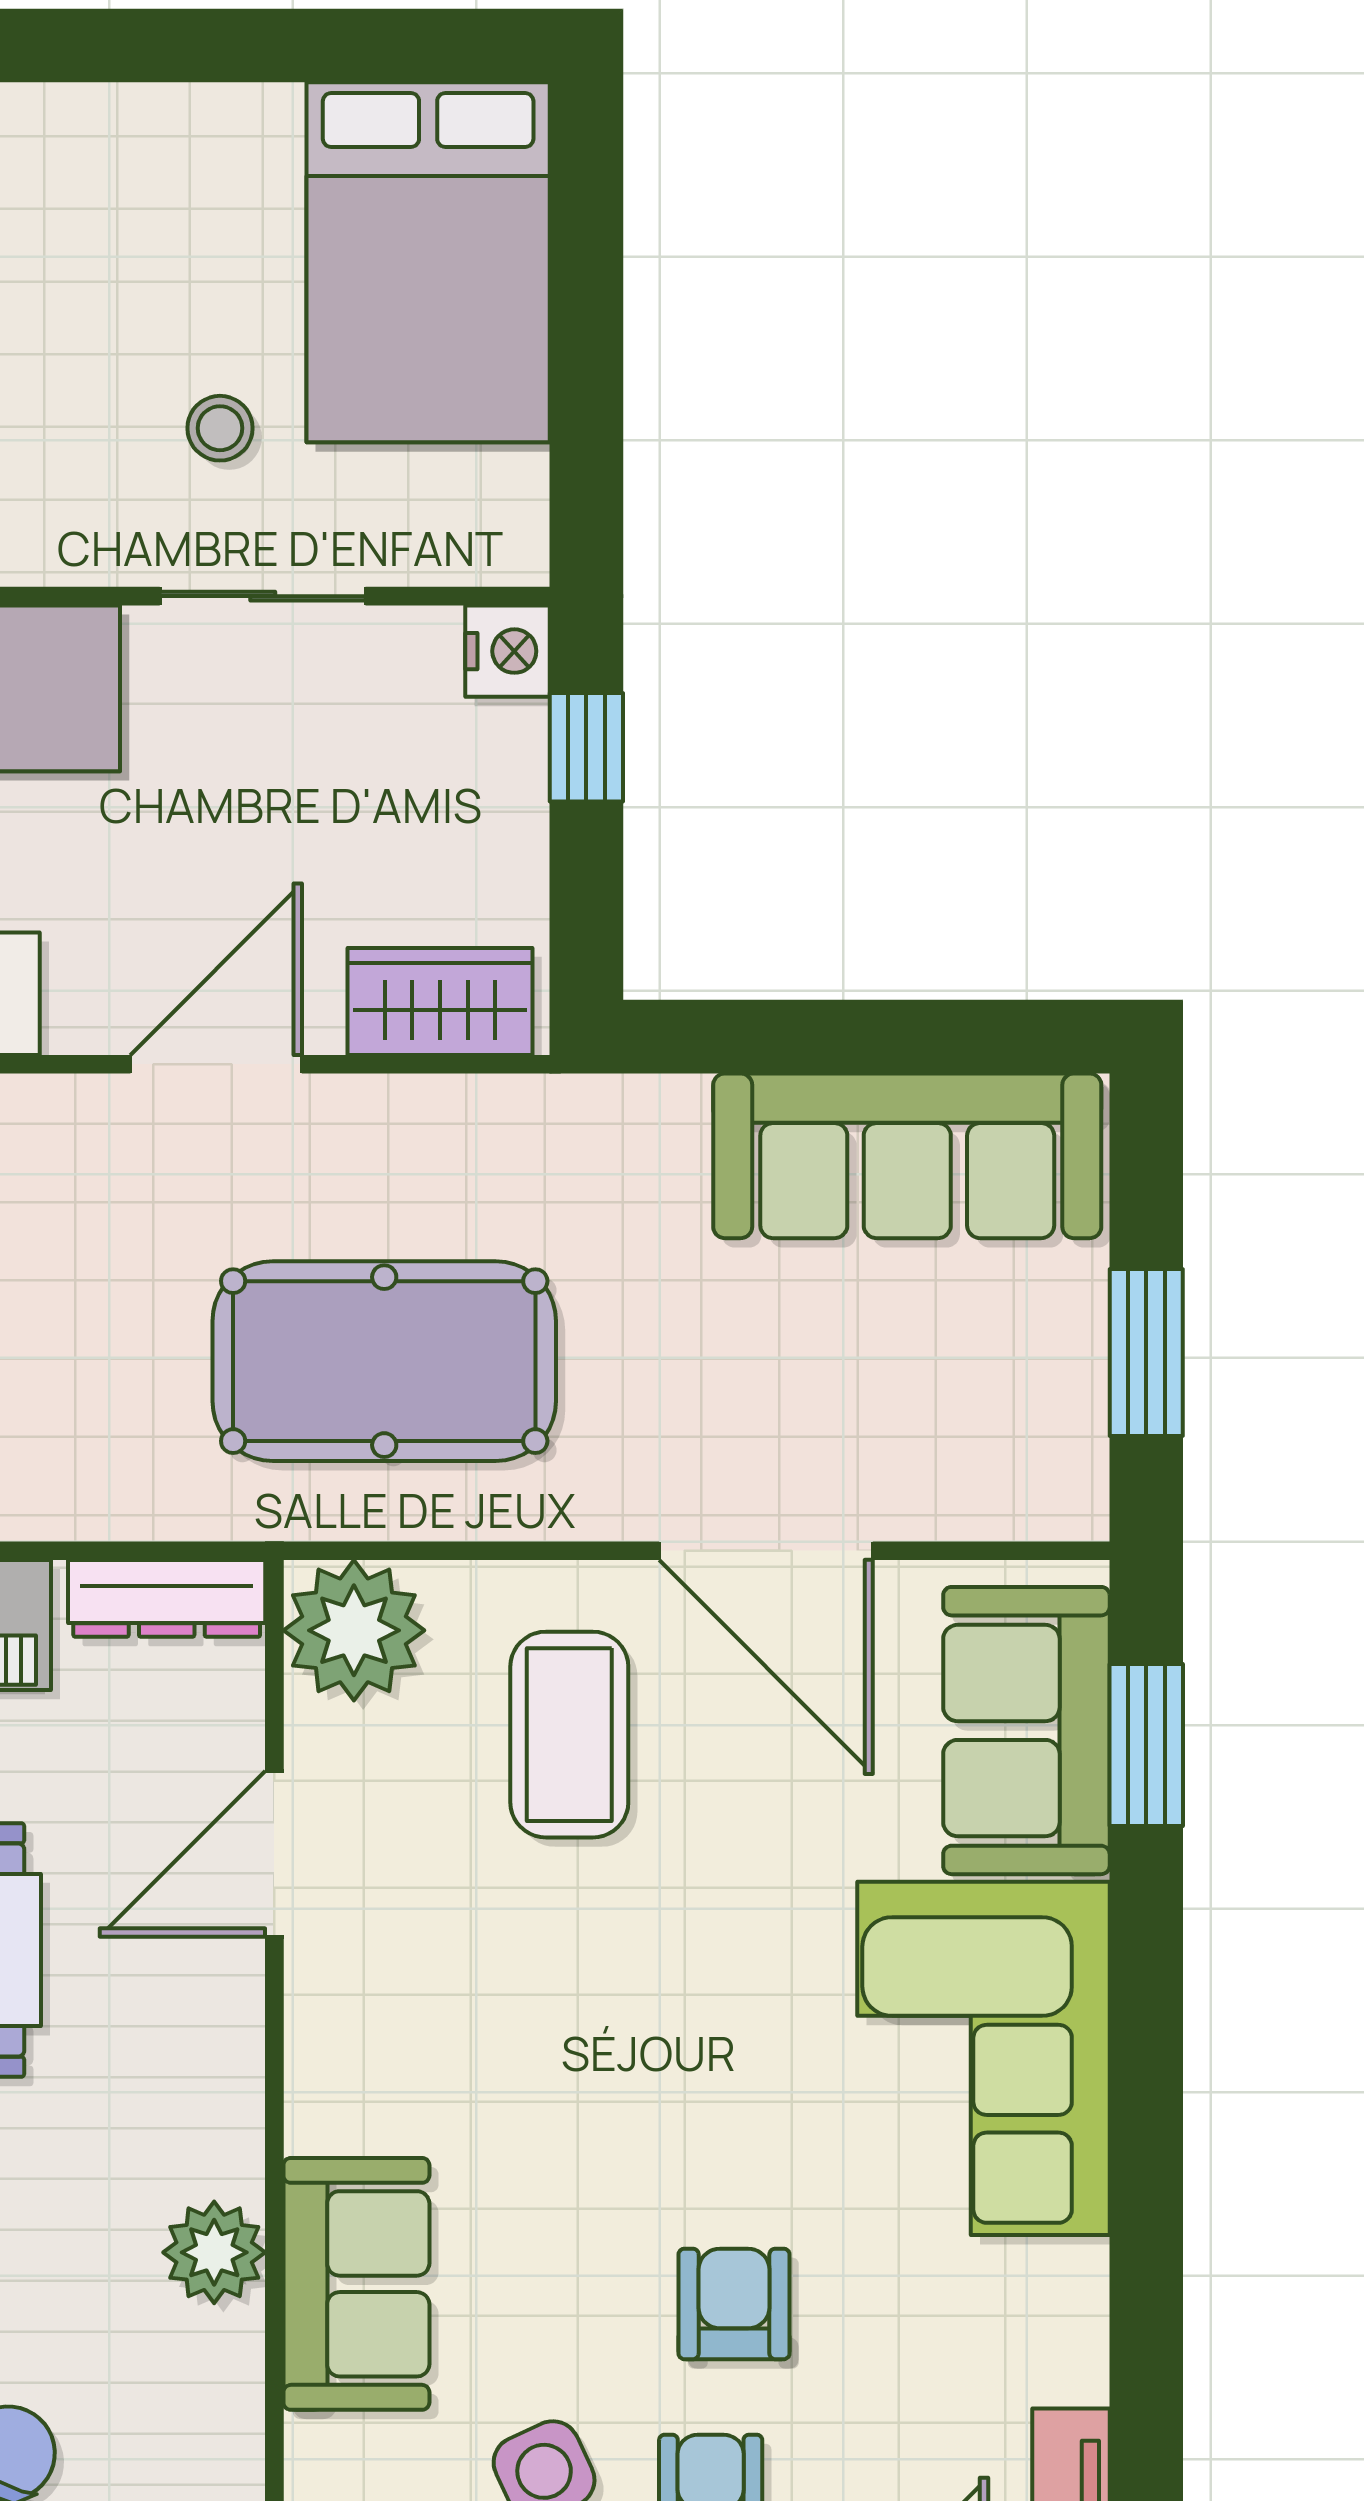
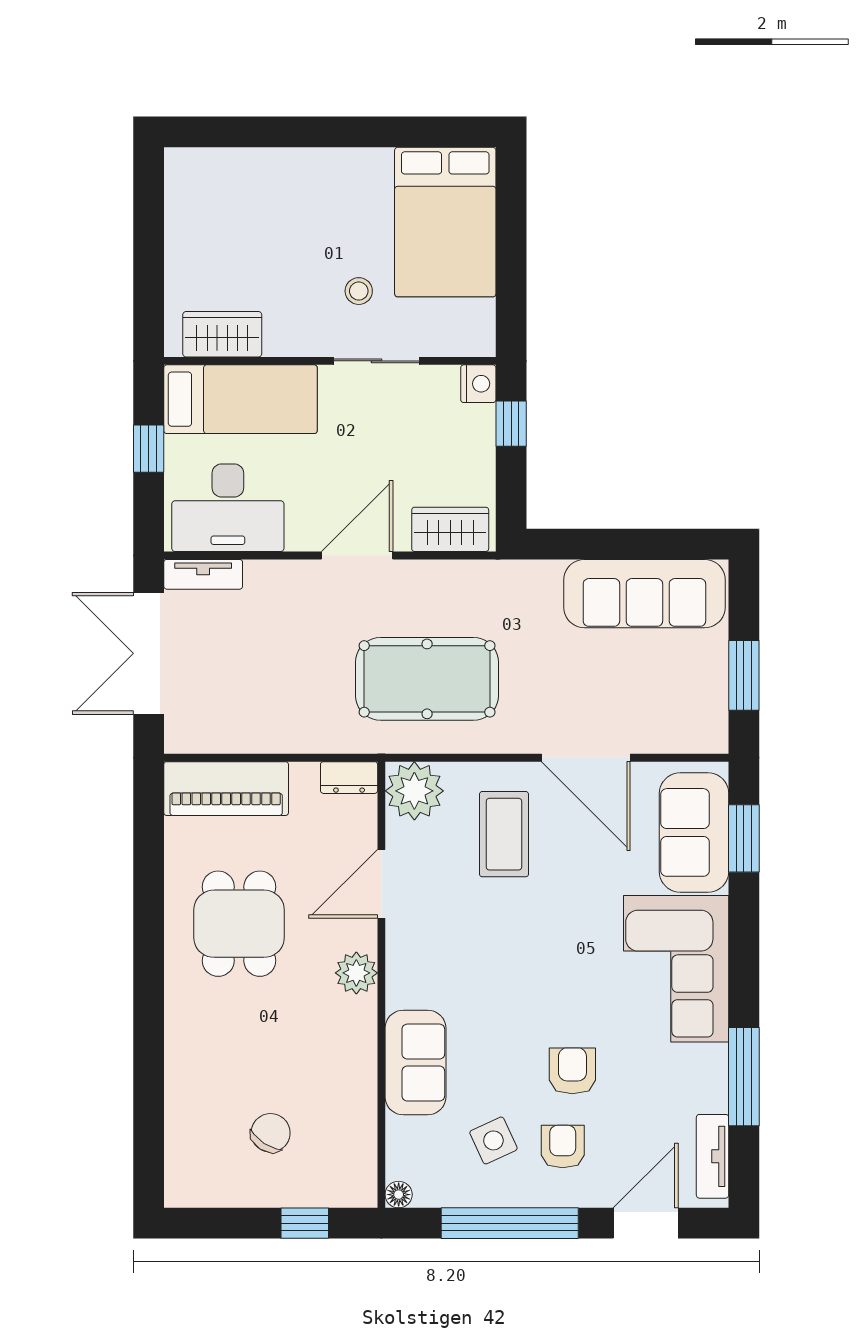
dresser: (167, 1598) -> (349, 778), width x0.70
plant: (214, 2252) -> (356, 973), moved
window: (1146, 2318) -> (744, 1077), added

